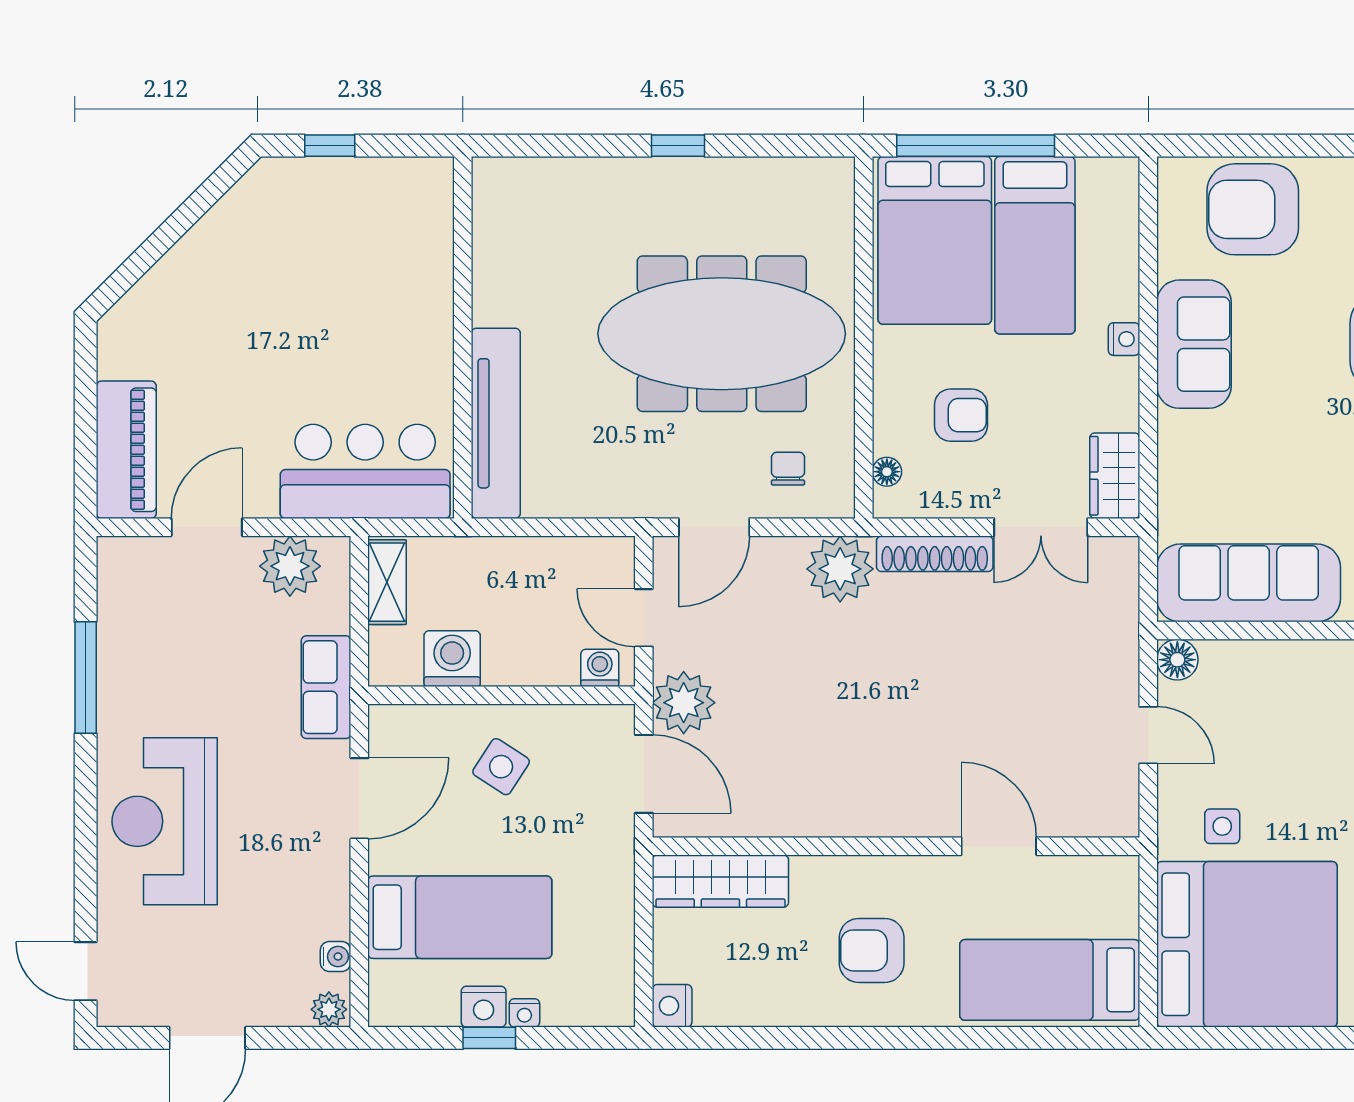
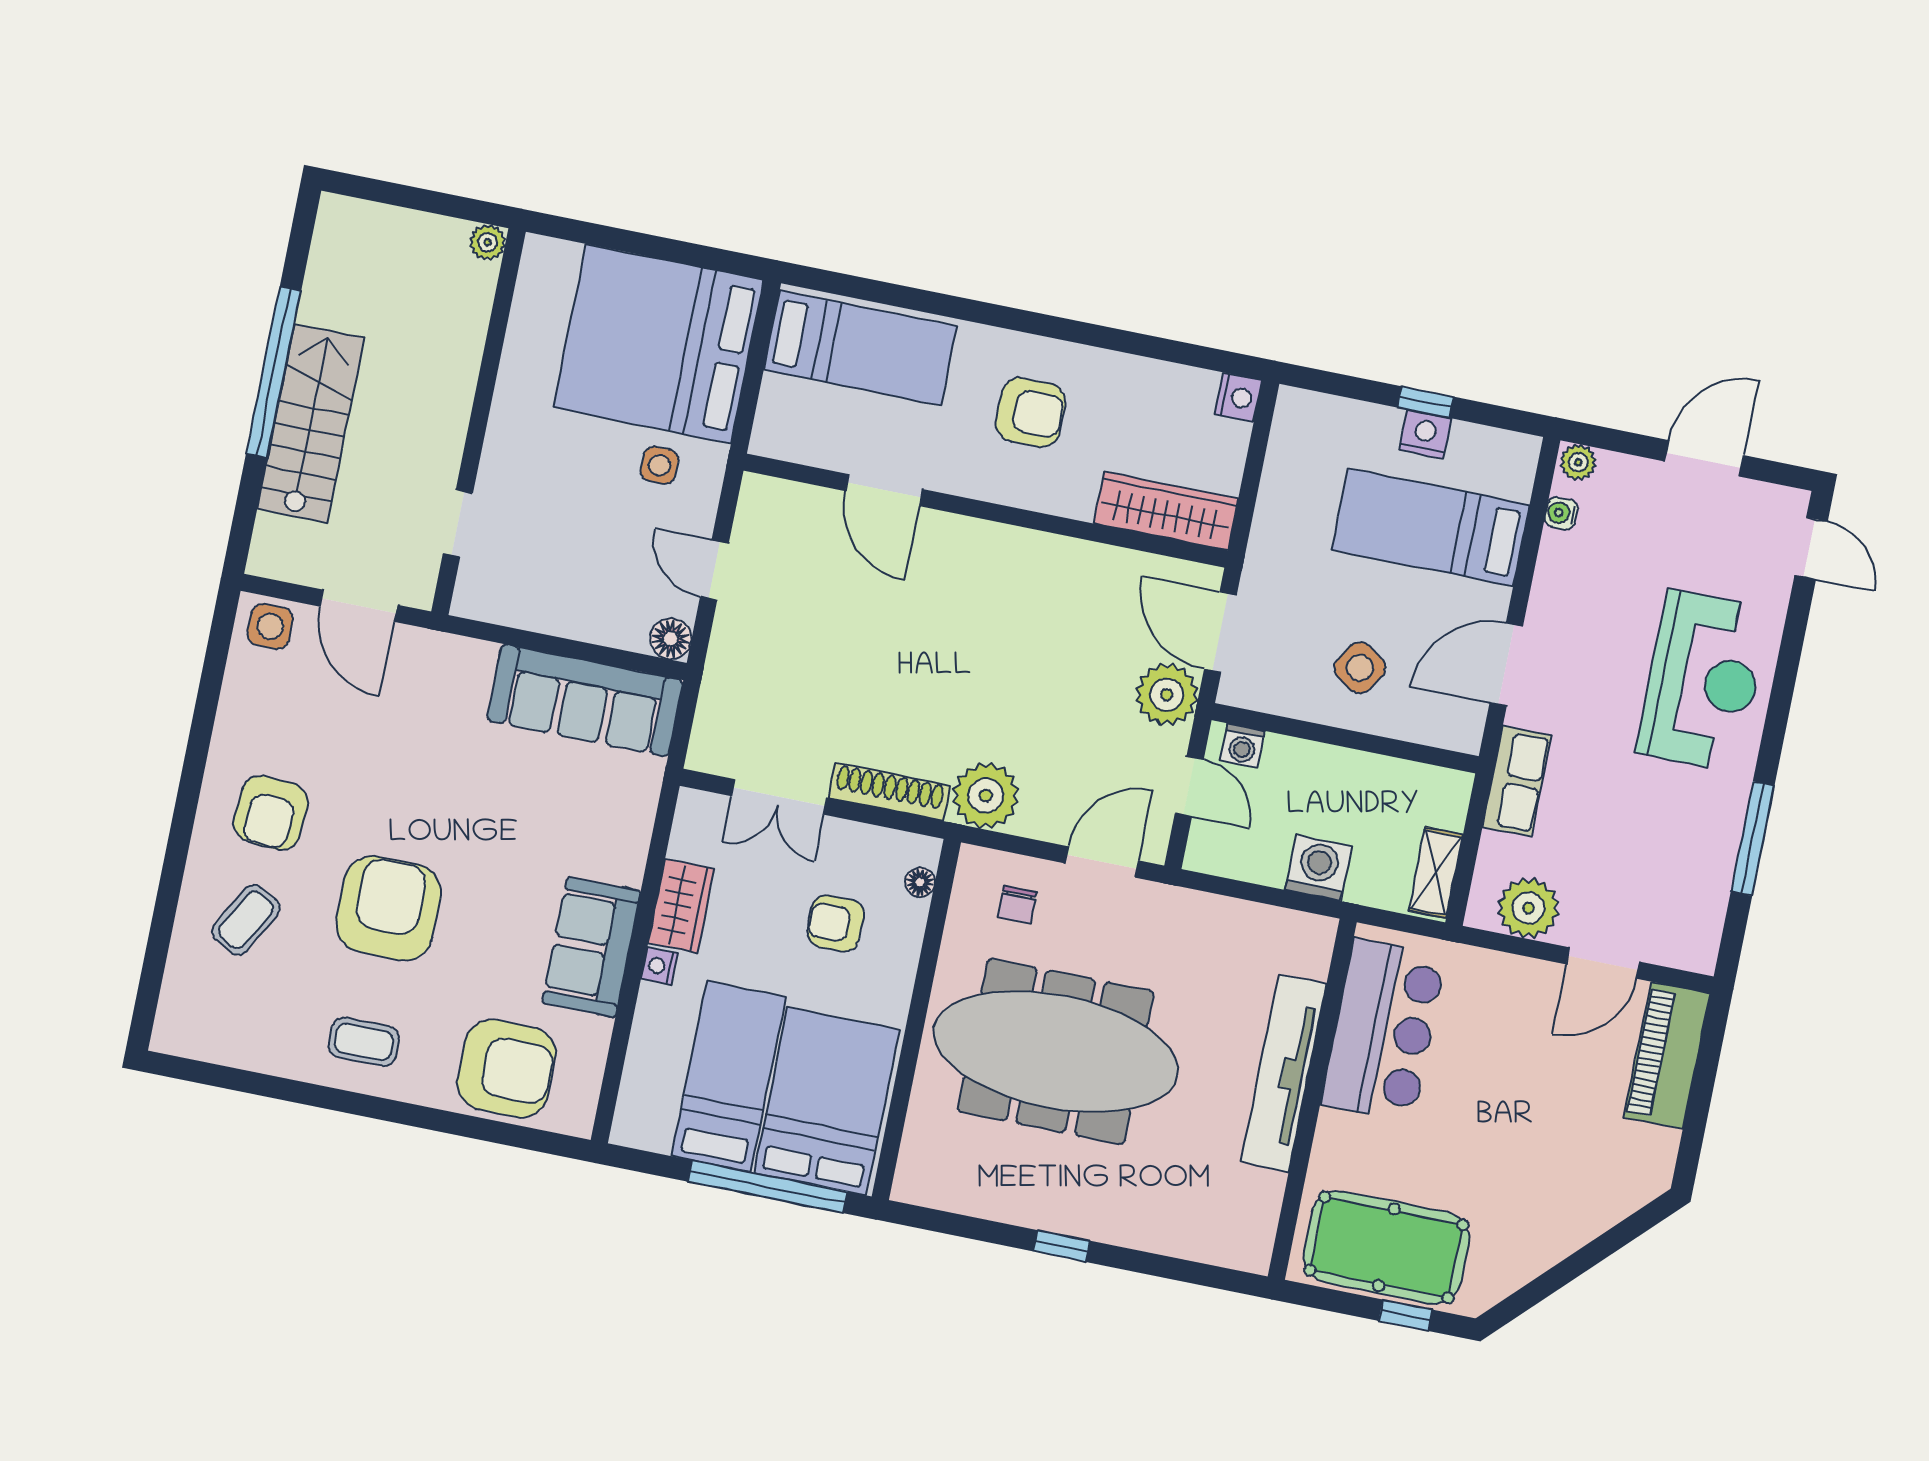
pool table: (362, 208) -> (1386, 1247), added
tv unit: (496, 423) -> (1284, 1073), moved
bar counter: (365, 471) -> (1383, 1030), moved, turned -90
wardrobe: (1115, 476) -> (681, 906), moved
double door: (1041, 527) -> (779, 797), swing flipped
washing machine: (452, 659) -> (1318, 868), moved, turned 180
nightstand: (524, 1013) -> (1386, 420), removed

